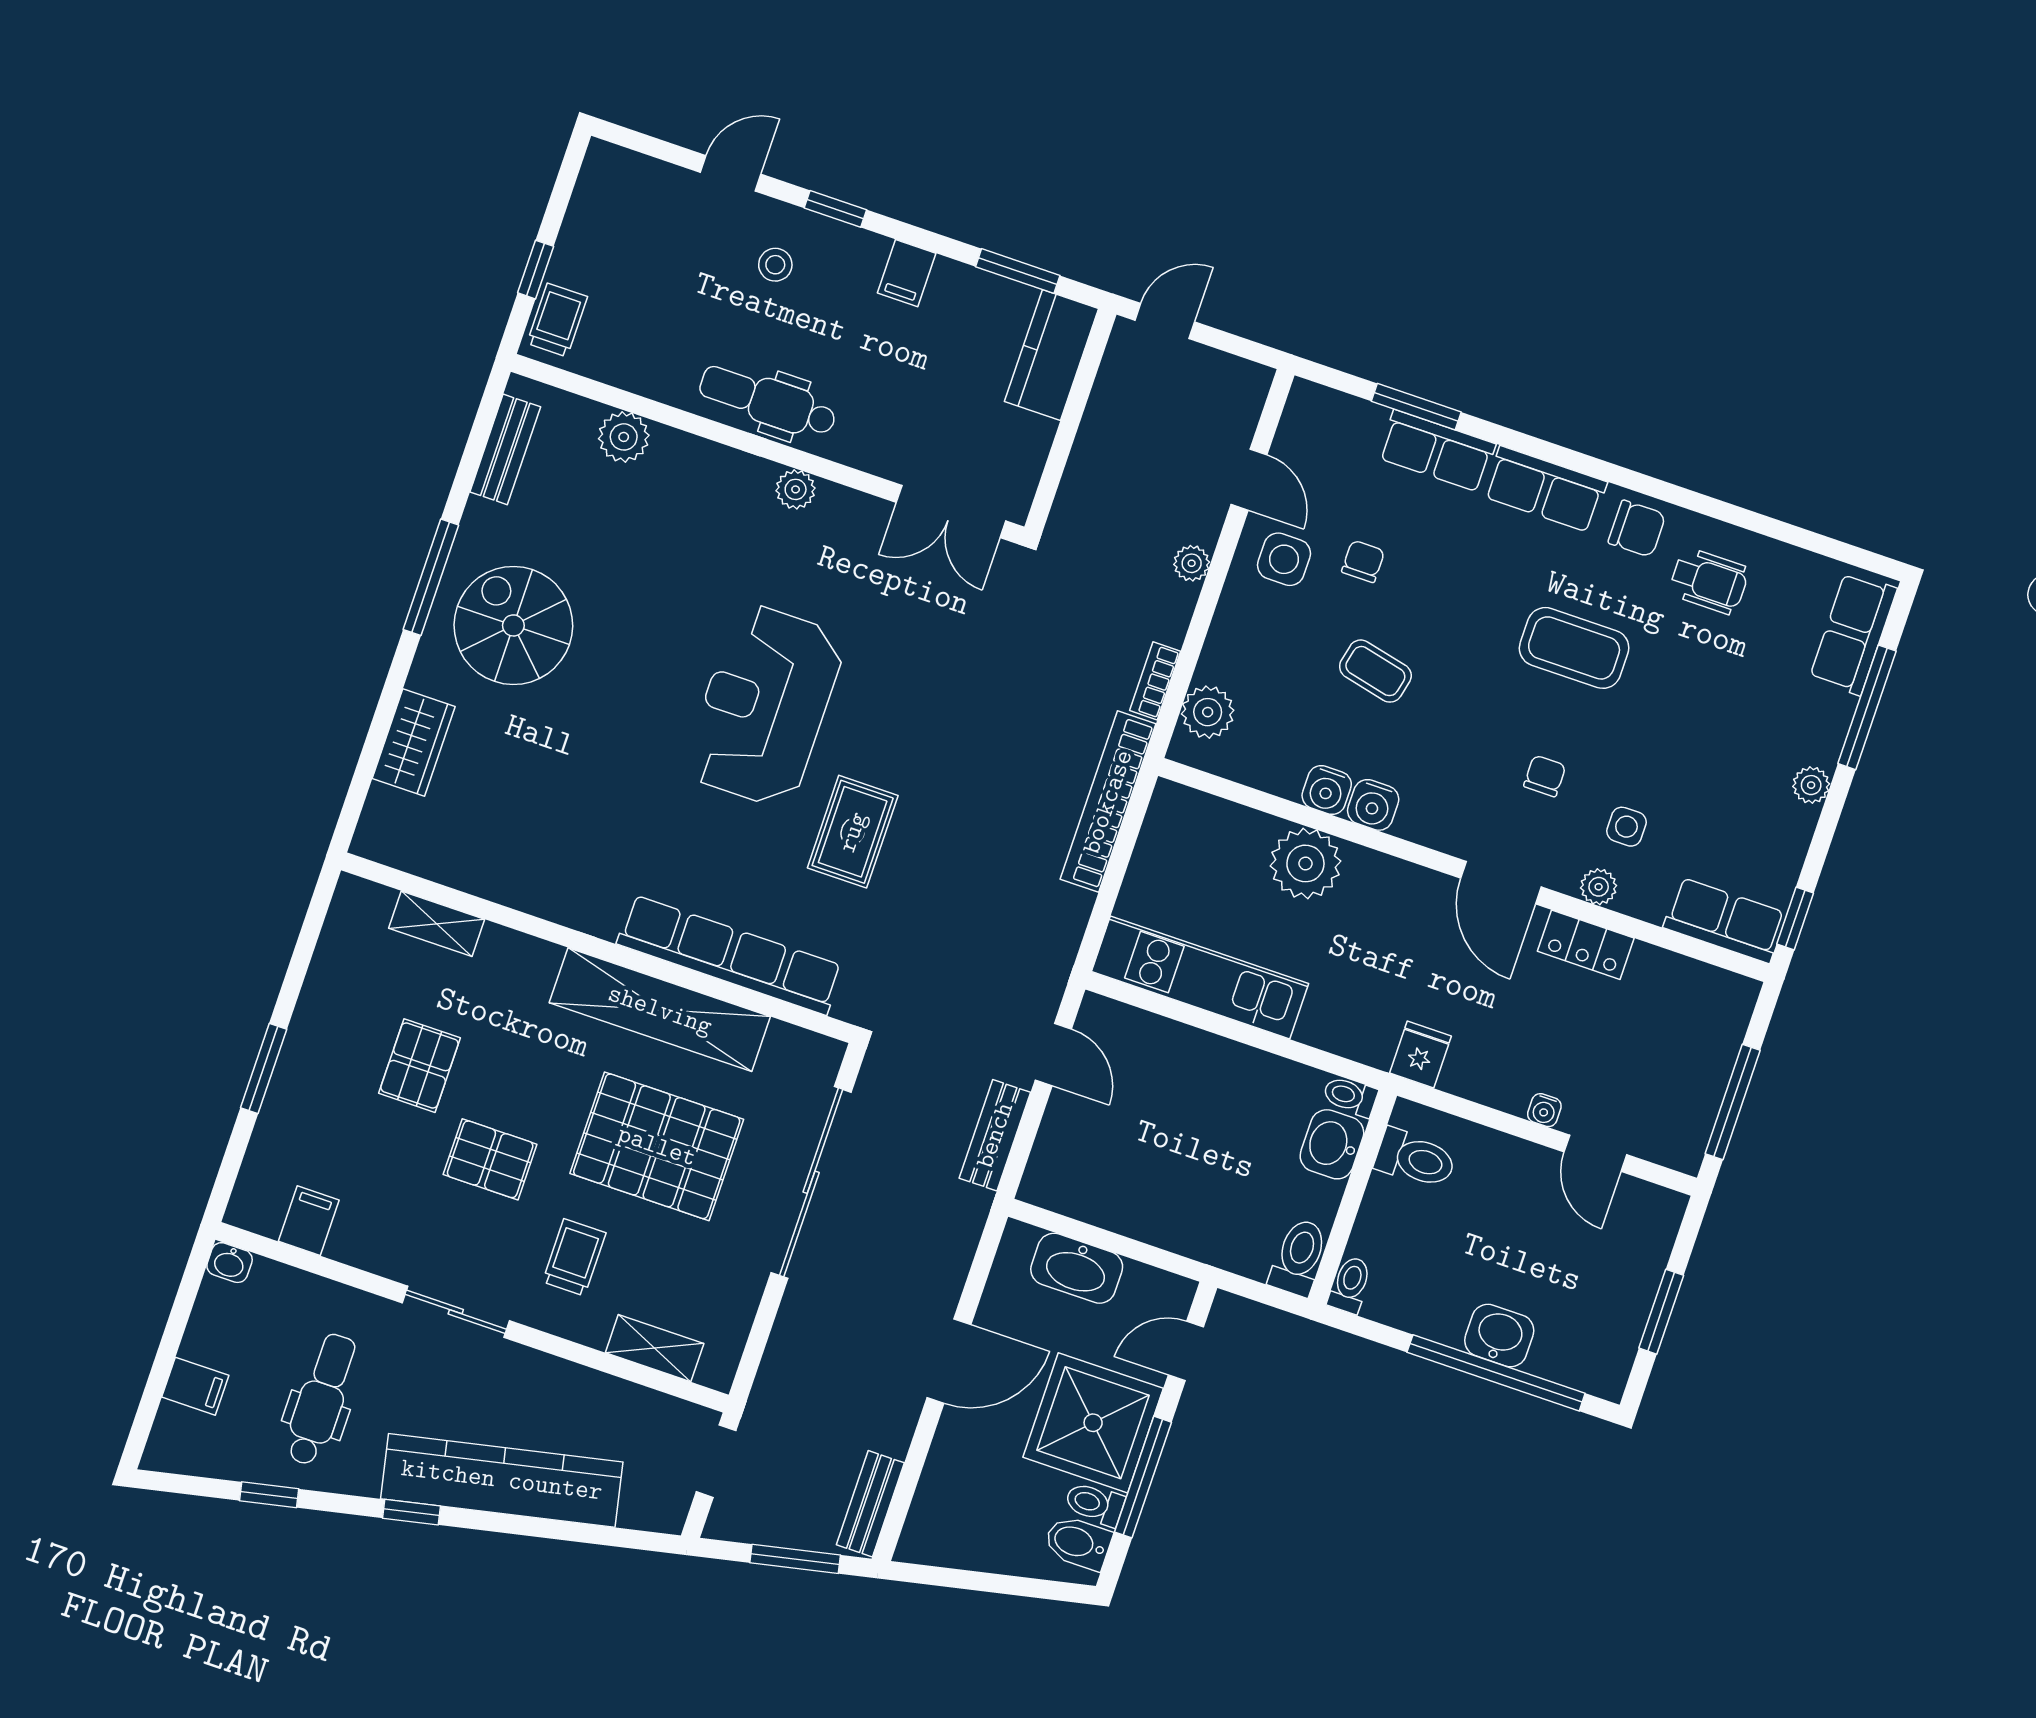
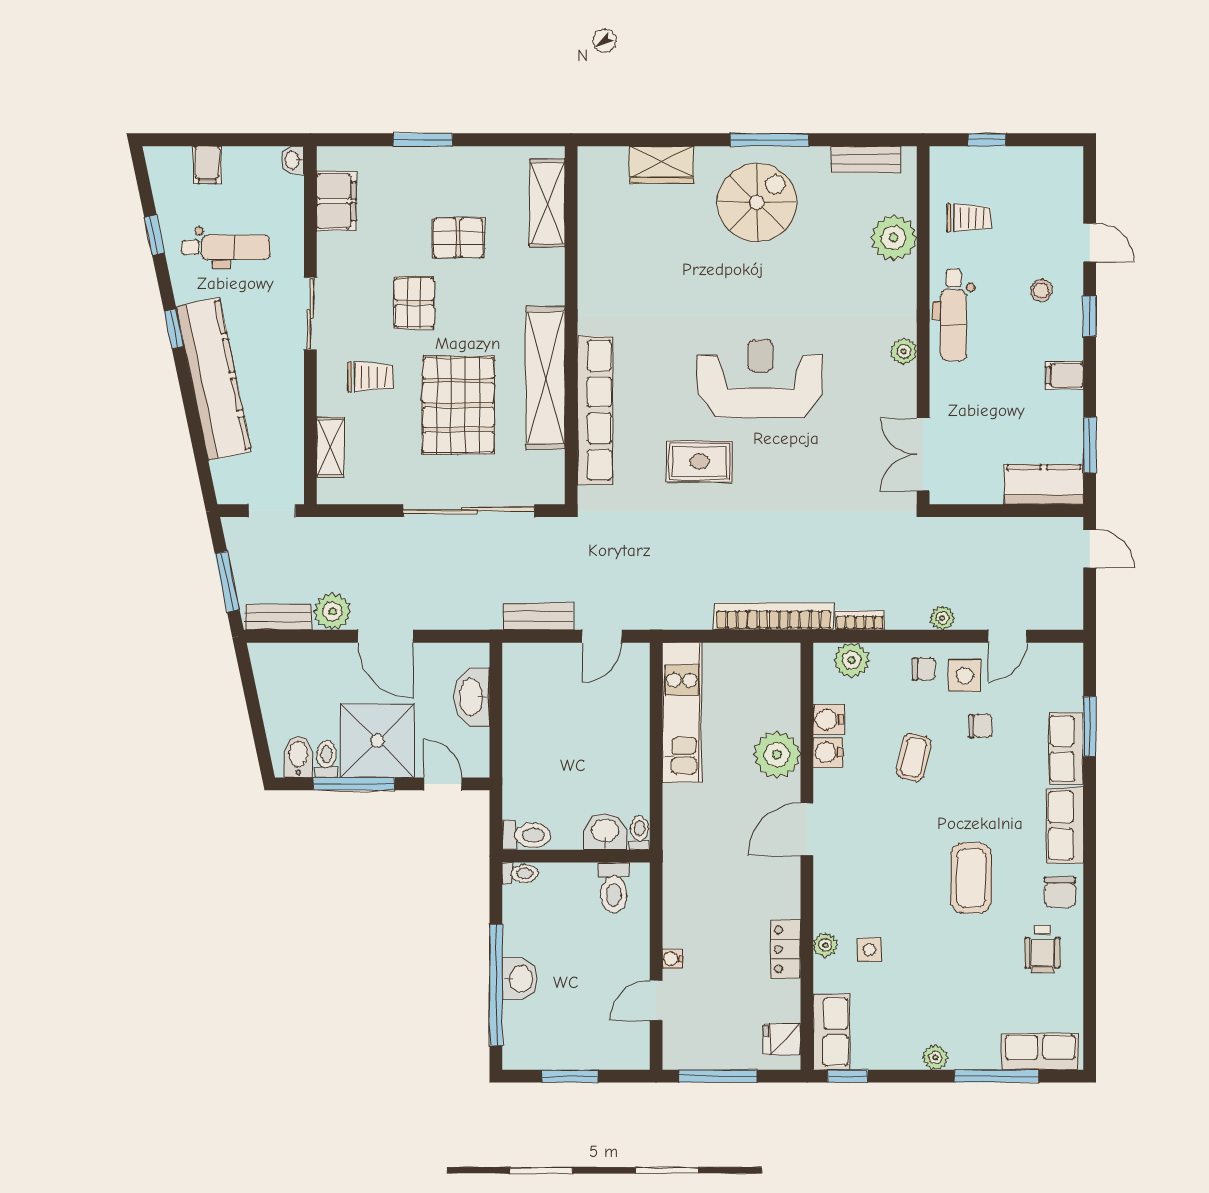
trolley: (557, 320) -> (969, 218), moved
dental chair: (768, 401) -> (954, 315), turned 180
plant: (624, 437) -> (894, 238), width x1.36, depth x1.36
chair: (1545, 776) -> (924, 669), moved
water cooler: (1373, 805) -> (829, 720), moved
door: (1501, 883) -> (807, 829), moved
shelving: (437, 924) -> (547, 203), width x1.50, depth x1.33
fridge: (1421, 1055) -> (782, 1039), moved, turned 180
filing cabinet: (309, 1221) -> (336, 201), width x2.00
plant: (888, 1424) -> (332, 612), added

